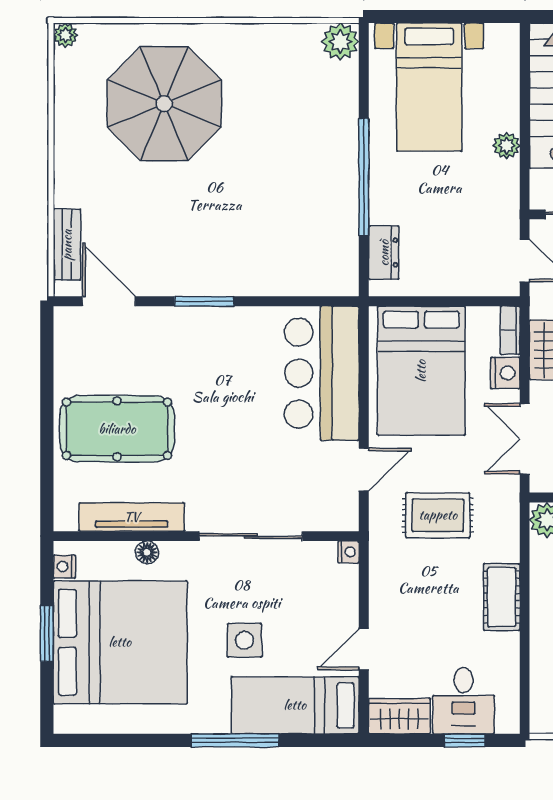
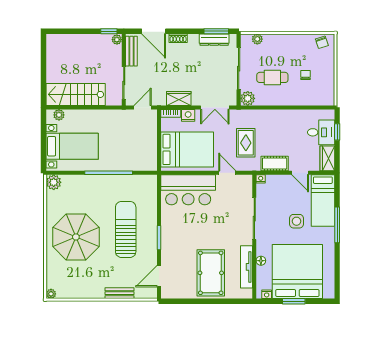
parasol: (164, 104) -> (76, 237), moved
plant: (506, 146) -> (59, 115), moved
sun lounger: (224, 219) -> (126, 229), added
bench: (67, 245) -> (119, 293), moved
dresser: (384, 253) -> (139, 165), removed
cot: (502, 597) -> (275, 163), moved

